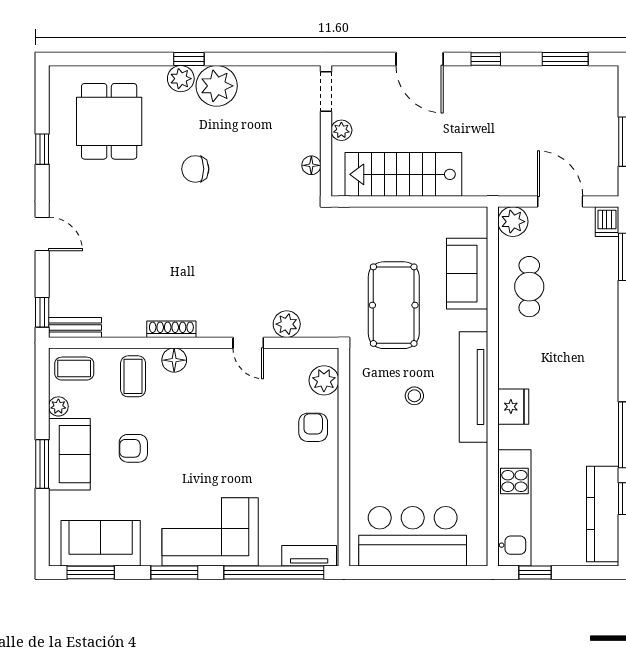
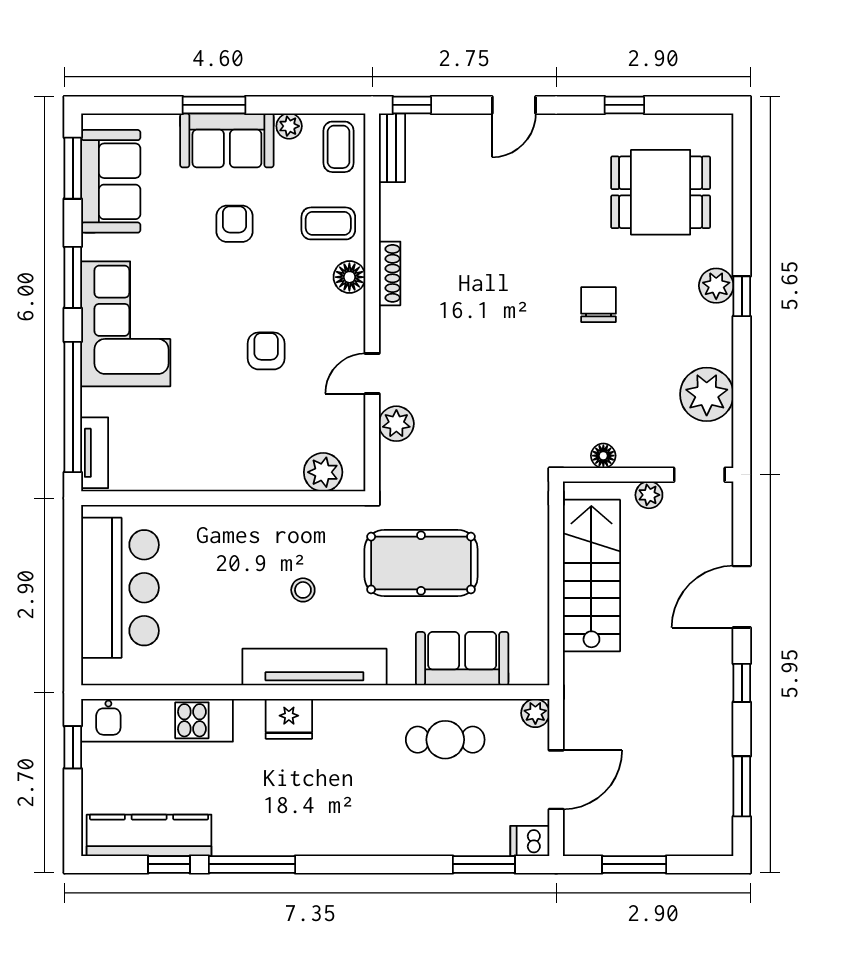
plant: (217, 86) -> (707, 394), moved
plant: (513, 222) -> (535, 713), width x0.73, depth x0.73
armchair: (313, 427) -> (266, 351), moved, turned -90

